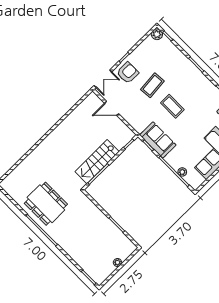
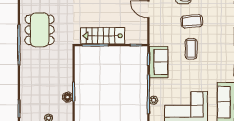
floor lamp: (116, 233) -> (68, 97), added

